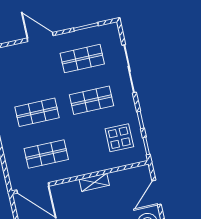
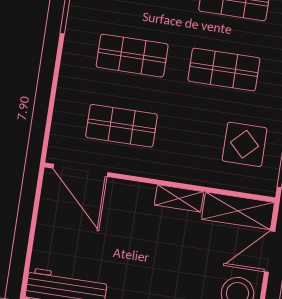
shelving: (130, 176) -> (238, 211), added

